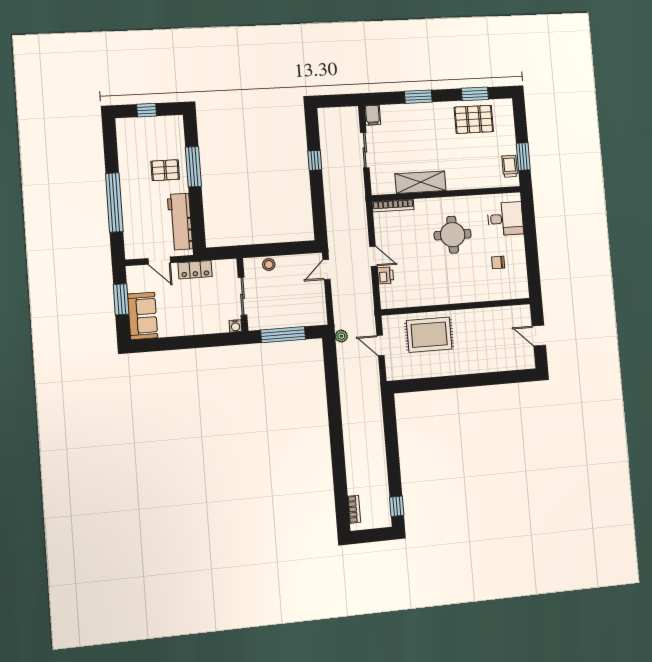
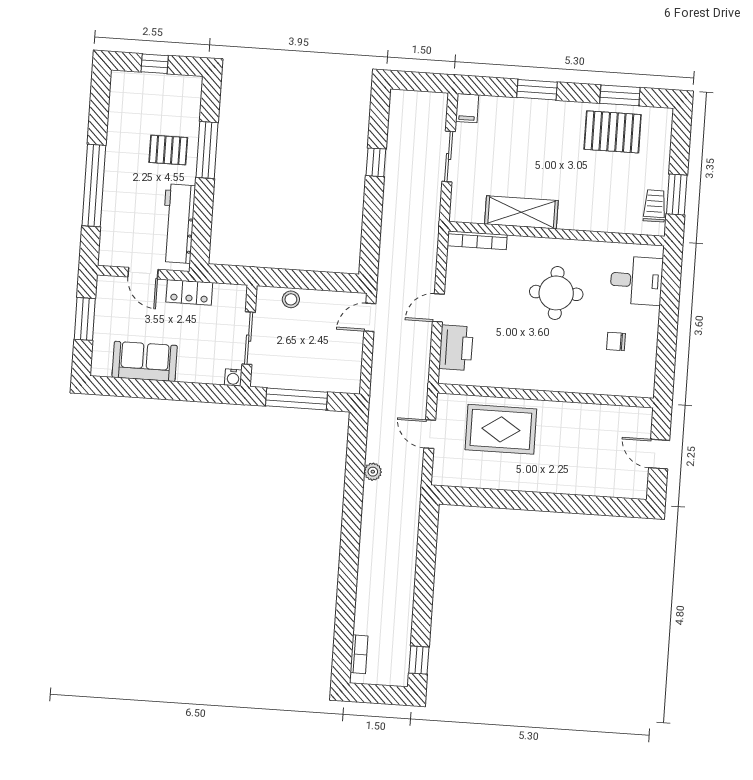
door: (373, 256) -> (438, 308), swing flipped
printer: (386, 275) -> (456, 348), width x1.87, depth x1.48
sofa: (143, 316) -> (145, 361), moved, turned -90
plant: (341, 336) -> (373, 472), moved

